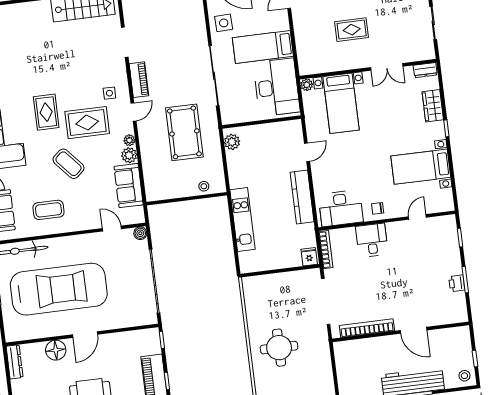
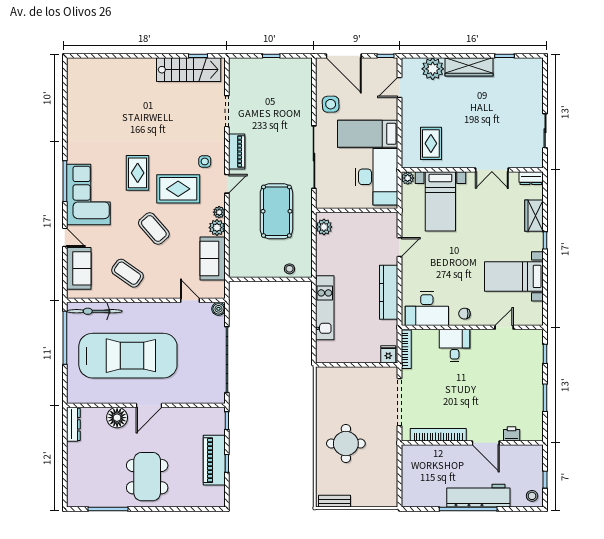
rug: (352, 30) -> (431, 143), moved, turned 90
coffee table: (48, 210) -> (128, 273), turned 35
printer: (457, 283) -> (512, 434), moved, turned 90

